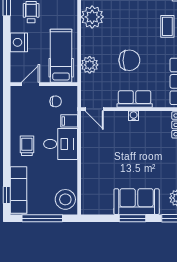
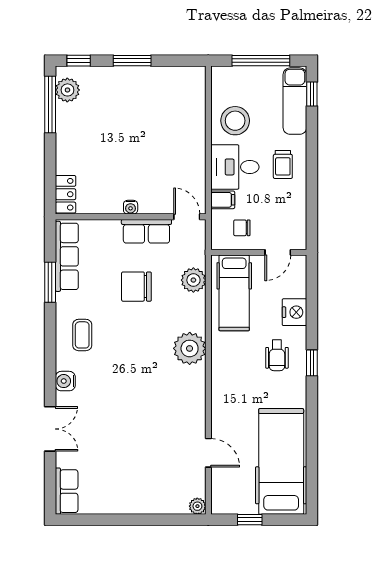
row of seats: (135, 99) -> (146, 231), moved
stool: (65, 199) -> (235, 121), moved
sofa: (137, 202) -> (126, 85), removed

